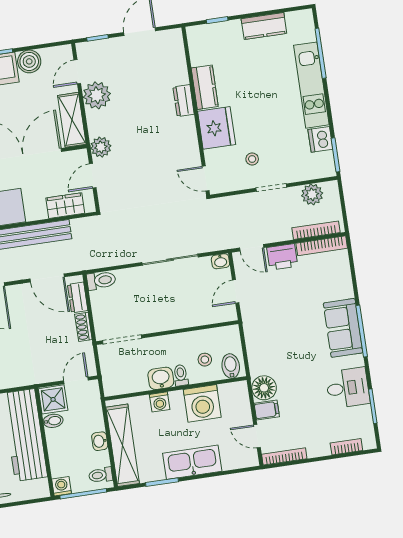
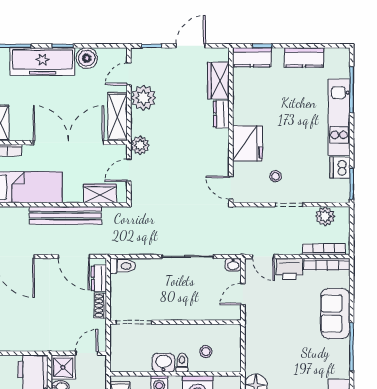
wardrobe: (175, 65) -> (218, 81), added
kitchen counter: (205, 87) -> (252, 57), moved, turned 90
sofa: (343, 328) -> (335, 313), moved
bidet: (231, 366) -> (228, 361), removed

